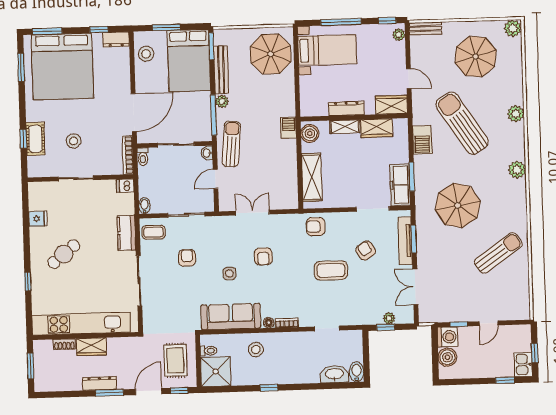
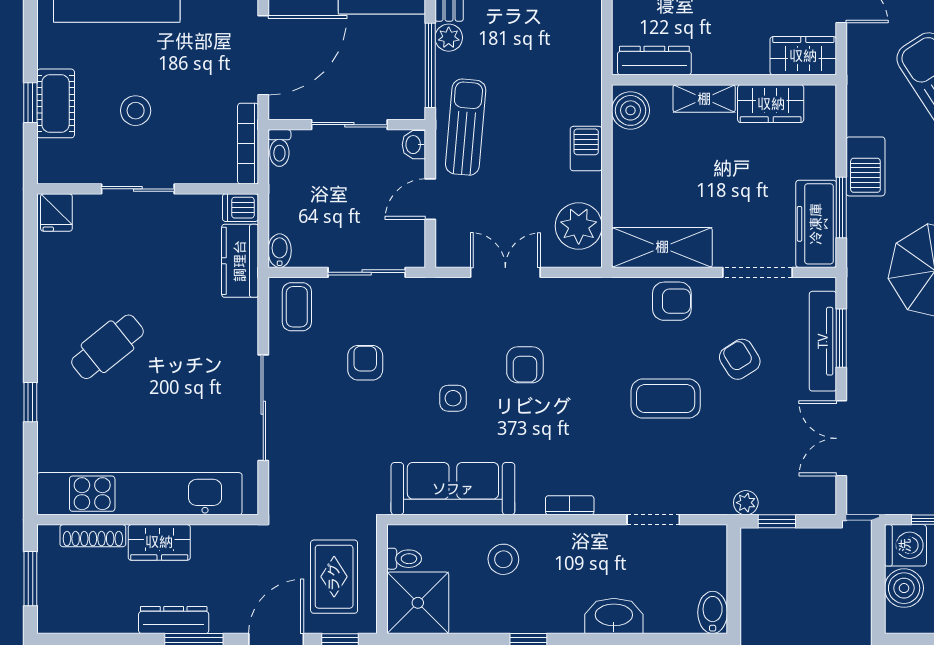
dresser: (346, 108) -> (654, 60), moved
barbecue: (288, 128) -> (586, 149), moved
barbecue: (422, 140) -> (865, 166), moved
shelving: (312, 177) -> (662, 247), moved, turned 90
plant: (287, 189) -> (579, 226), added
fridge: (38, 219) -> (56, 213), moved, turned 90
armchair: (316, 227) -> (672, 301), moved, turned 180
coffee table: (154, 232) -> (297, 307), turned 90
kitchen counter: (126, 233) -> (240, 261), moved
plant: (389, 318) -> (746, 503), moved
floor lamp: (269, 323) -> (532, 504), removed
shoe rack: (64, 344) -> (93, 536), width x1.43
washbasin: (334, 374) -> (614, 616), moved

